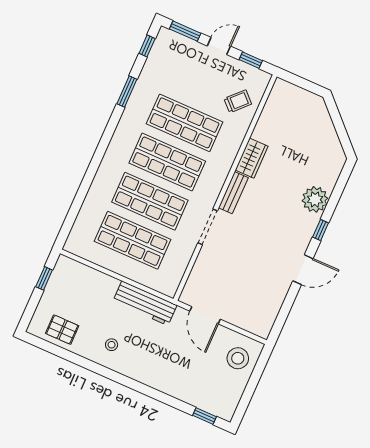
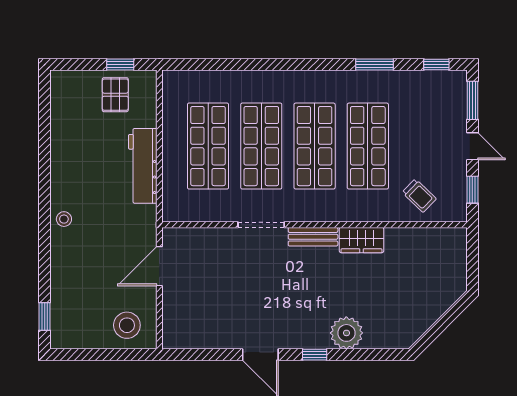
workbench: (145, 303) -> (143, 166), moved
pallet: (62, 330) -> (115, 95), moved
stool: (112, 345) -> (64, 219), moved

